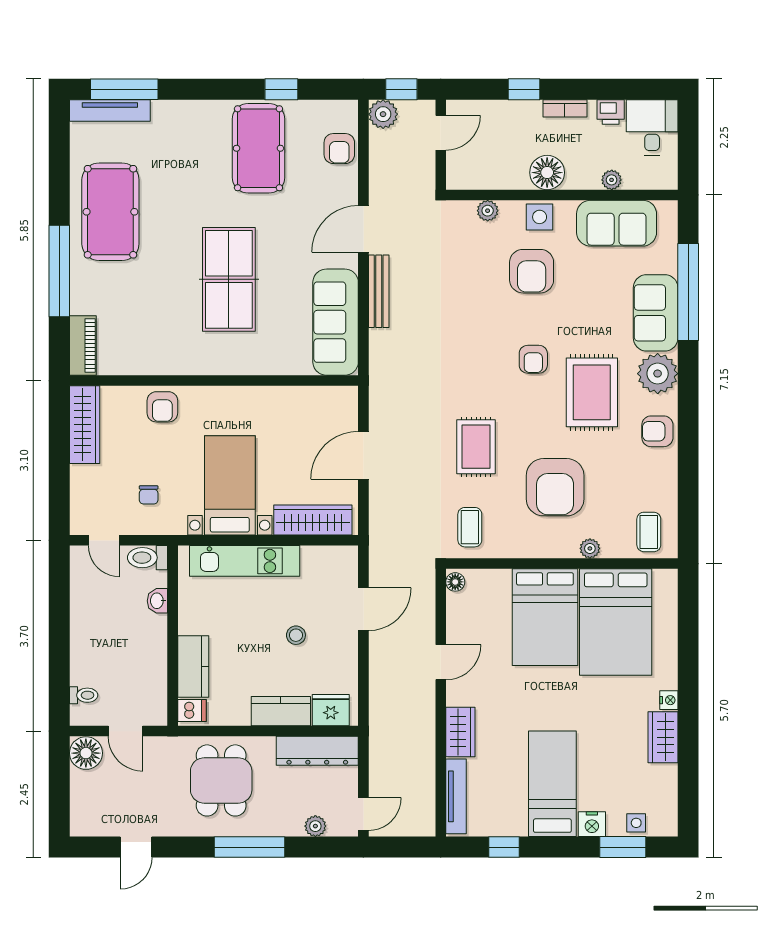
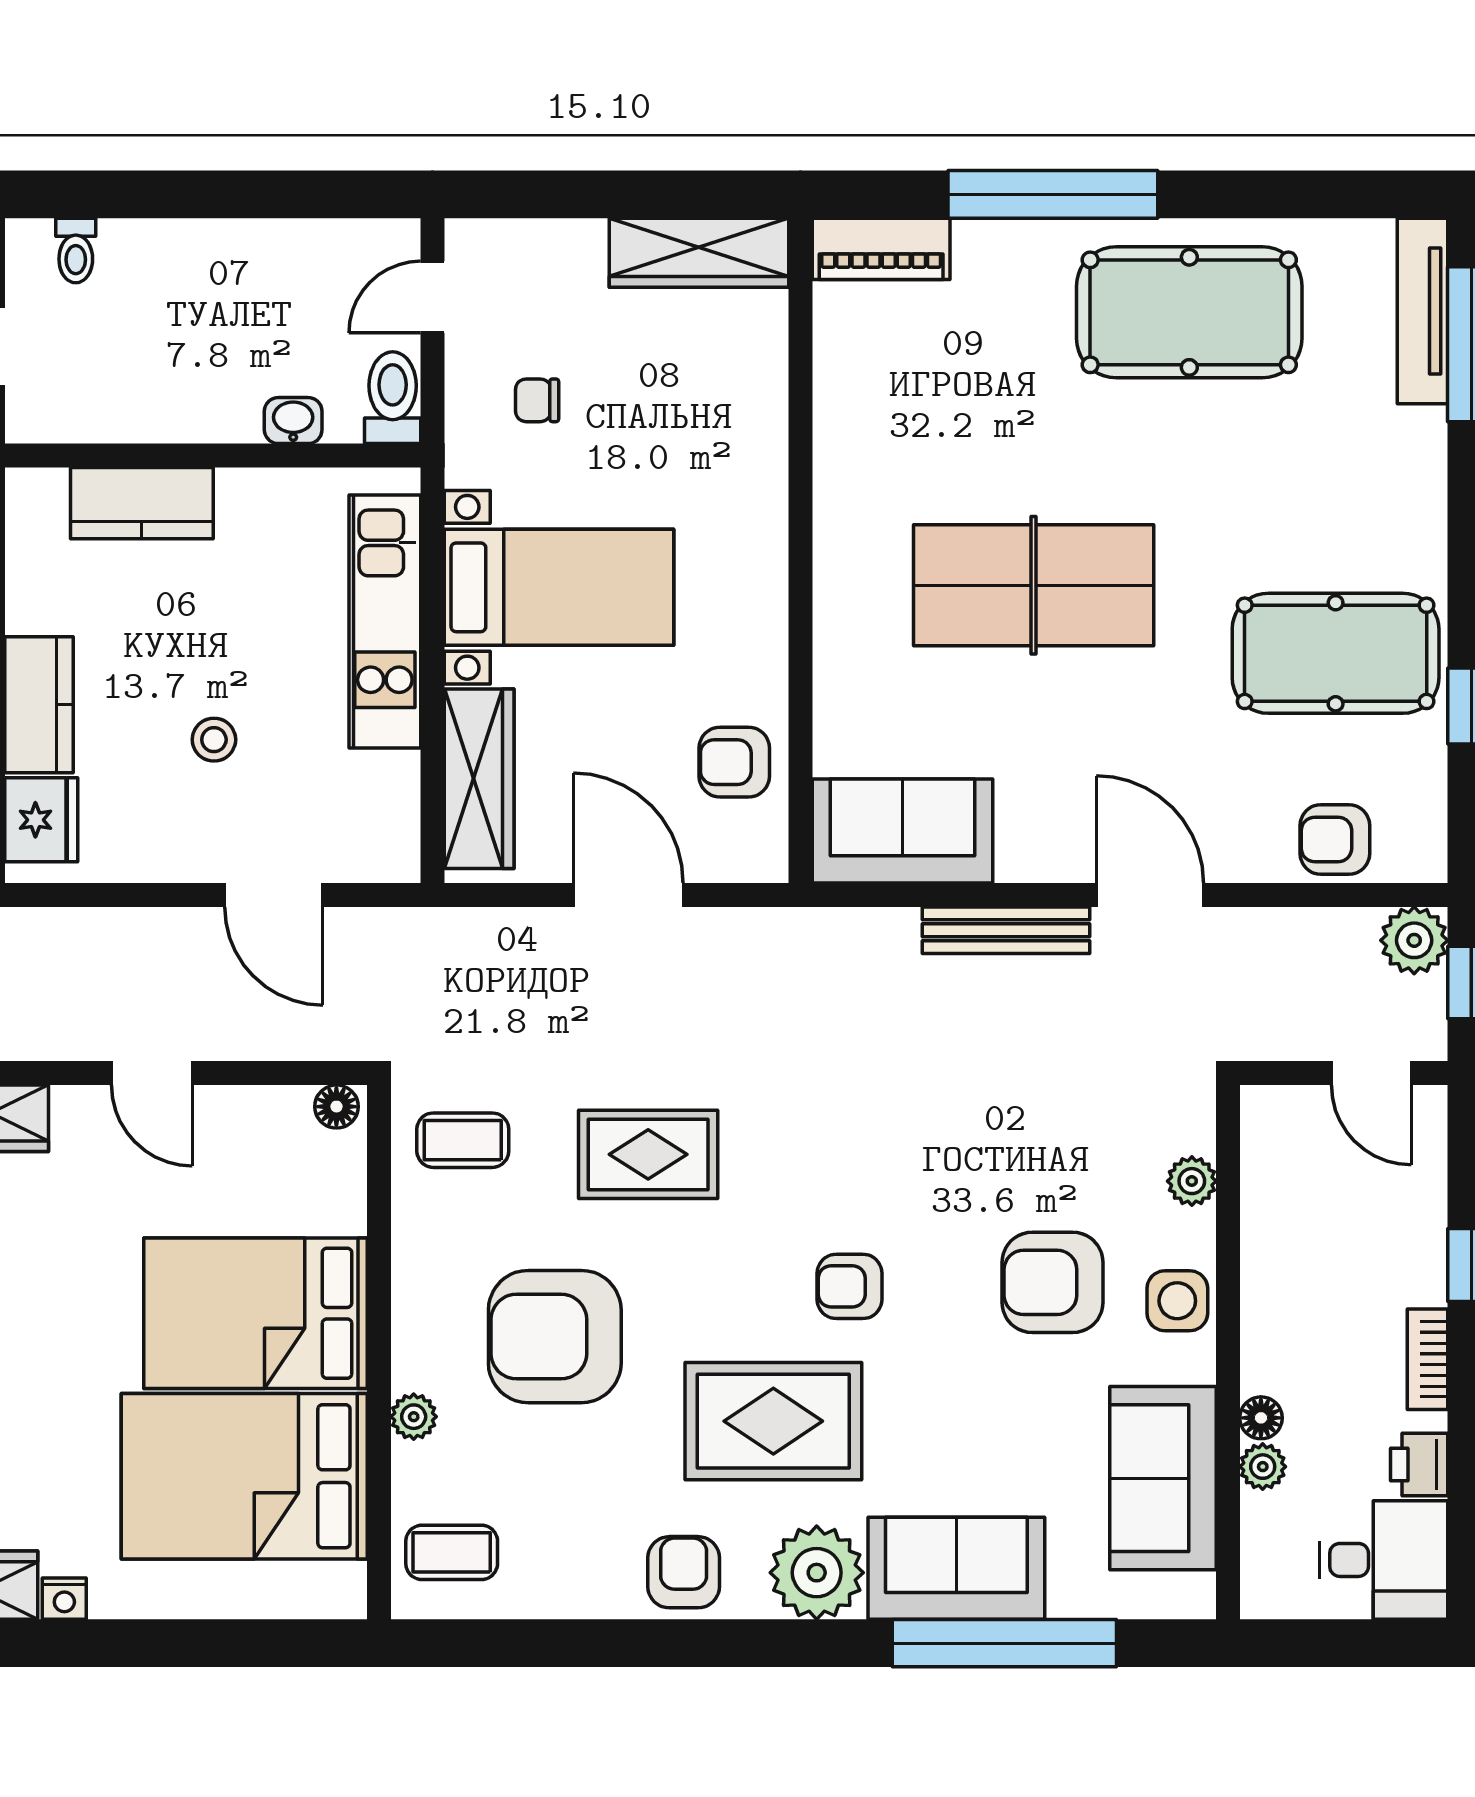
floor lamp: (547, 173) -> (1261, 1418), moved, width x0.53, depth x0.53
sofa: (336, 322) -> (903, 831), width x0.73
armchair: (162, 407) -> (734, 762), moved
dishwasher: (192, 711) -> (40, 500), removed

